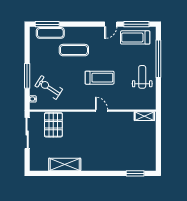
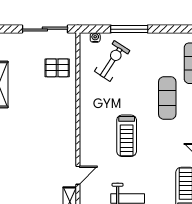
door: (102, 111) -> (78, 175), moved
pallet: (53, 125) -> (57, 68), width x0.67, depth x0.71

